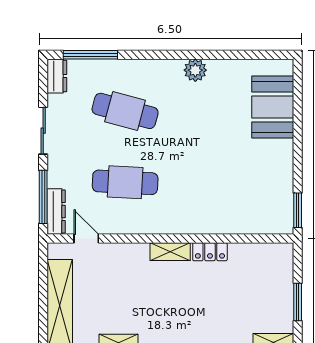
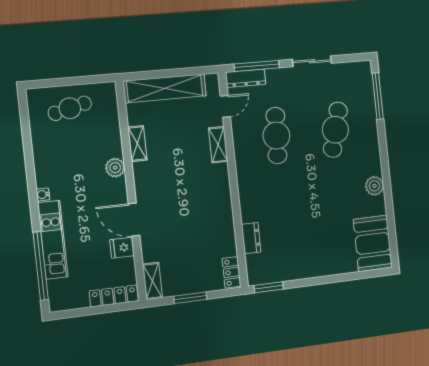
dresser: (57, 76) -> (251, 238), moved, turned -90
booth: (273, 107) -> (373, 243), moved, turned 90
shelving: (170, 252) -> (218, 145), moved
locker: (210, 252) -> (232, 272), moved

